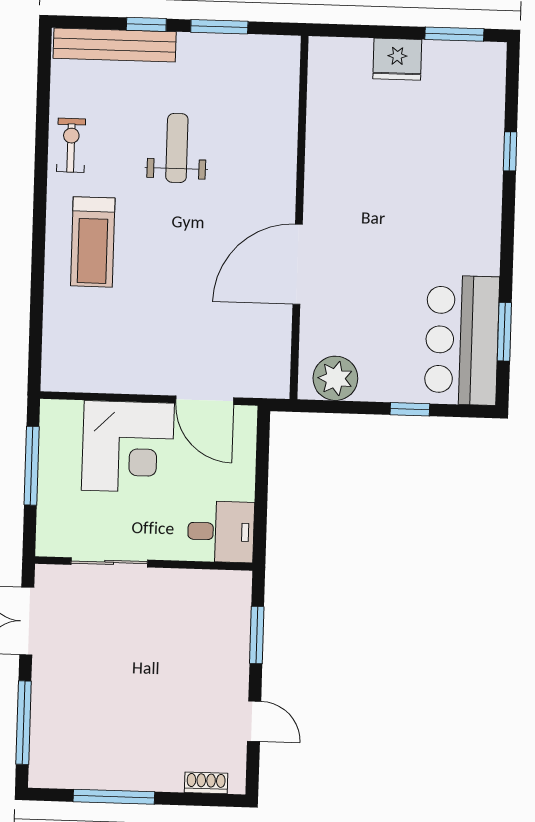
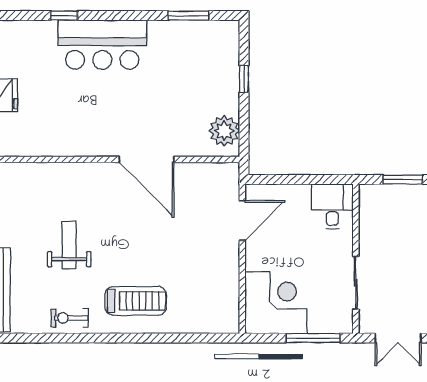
weight bench: (177, 148) -> (69, 245), turned 90
bar counter: (462, 340) -> (102, 45), moved
corner desk: (128, 447) -> (276, 303), moved
window: (32, 466) -> (313, 338), moved

